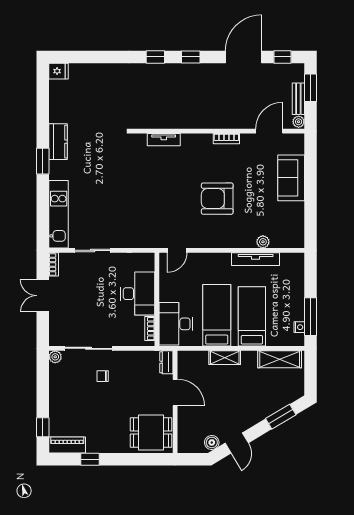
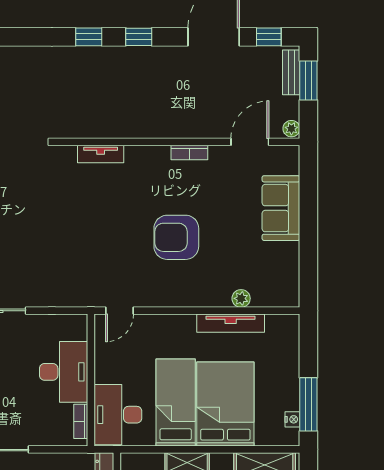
bench: (298, 99) -> (291, 72), moved
bed: (252, 316) -> (225, 404), width x1.50

